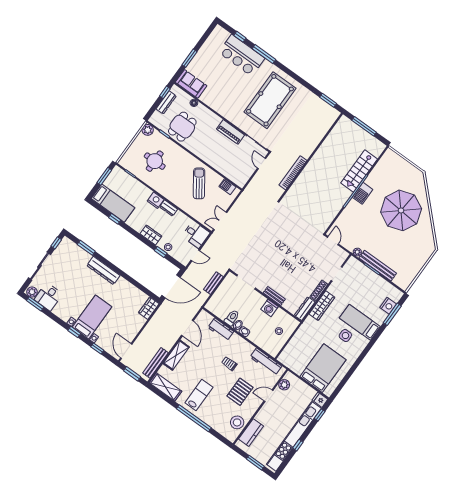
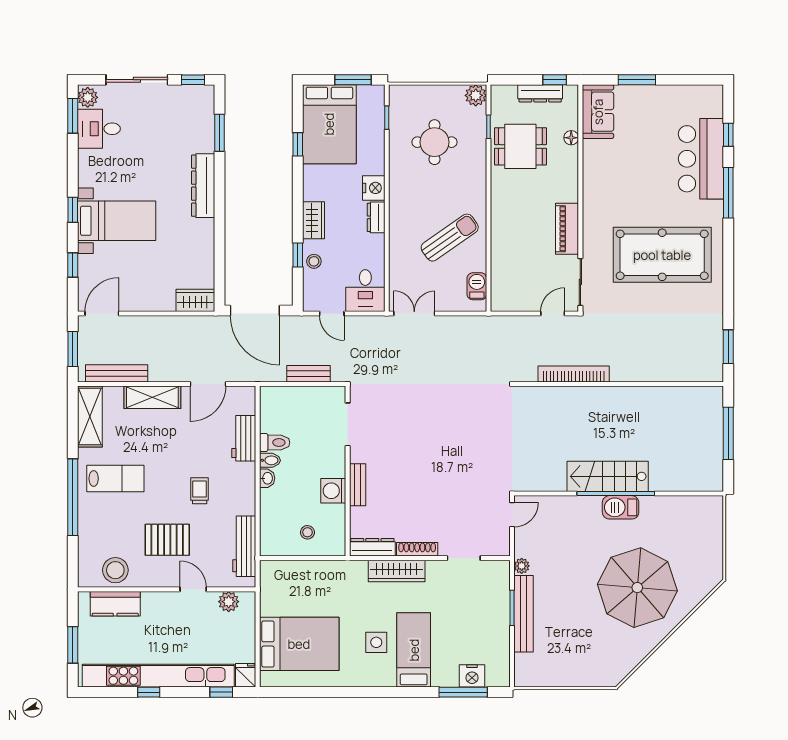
stairs: (359, 171) -> (608, 476), moved
bed: (113, 203) -> (329, 124), width x1.50

